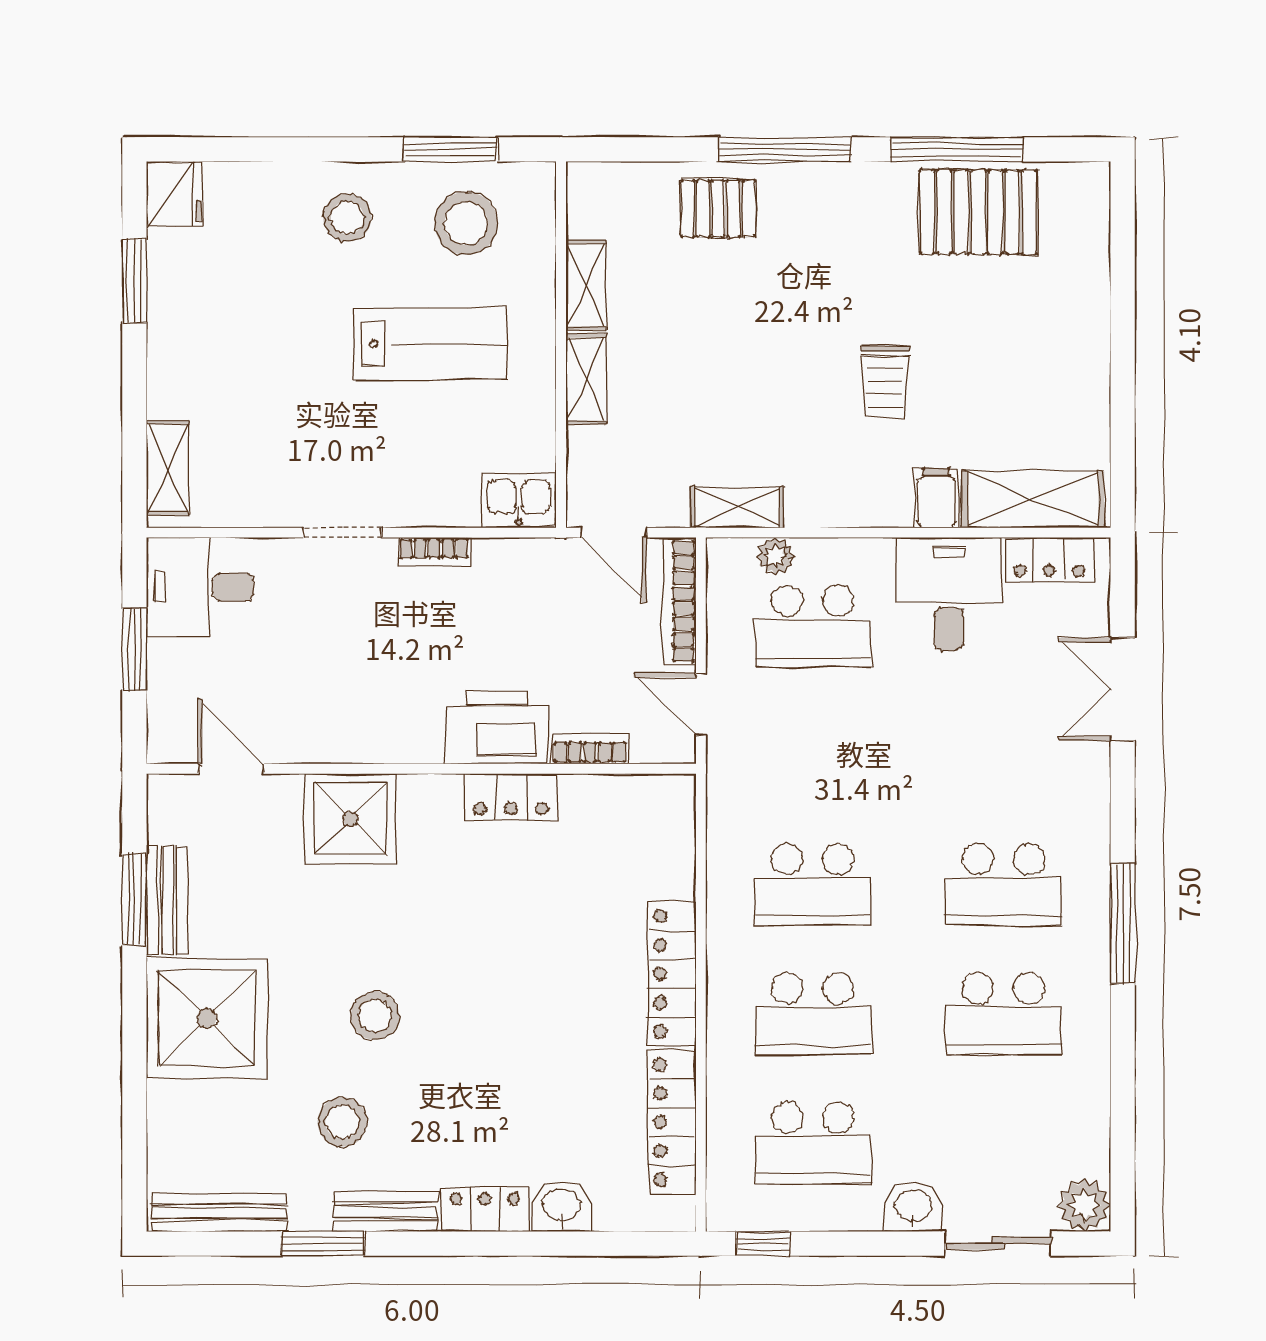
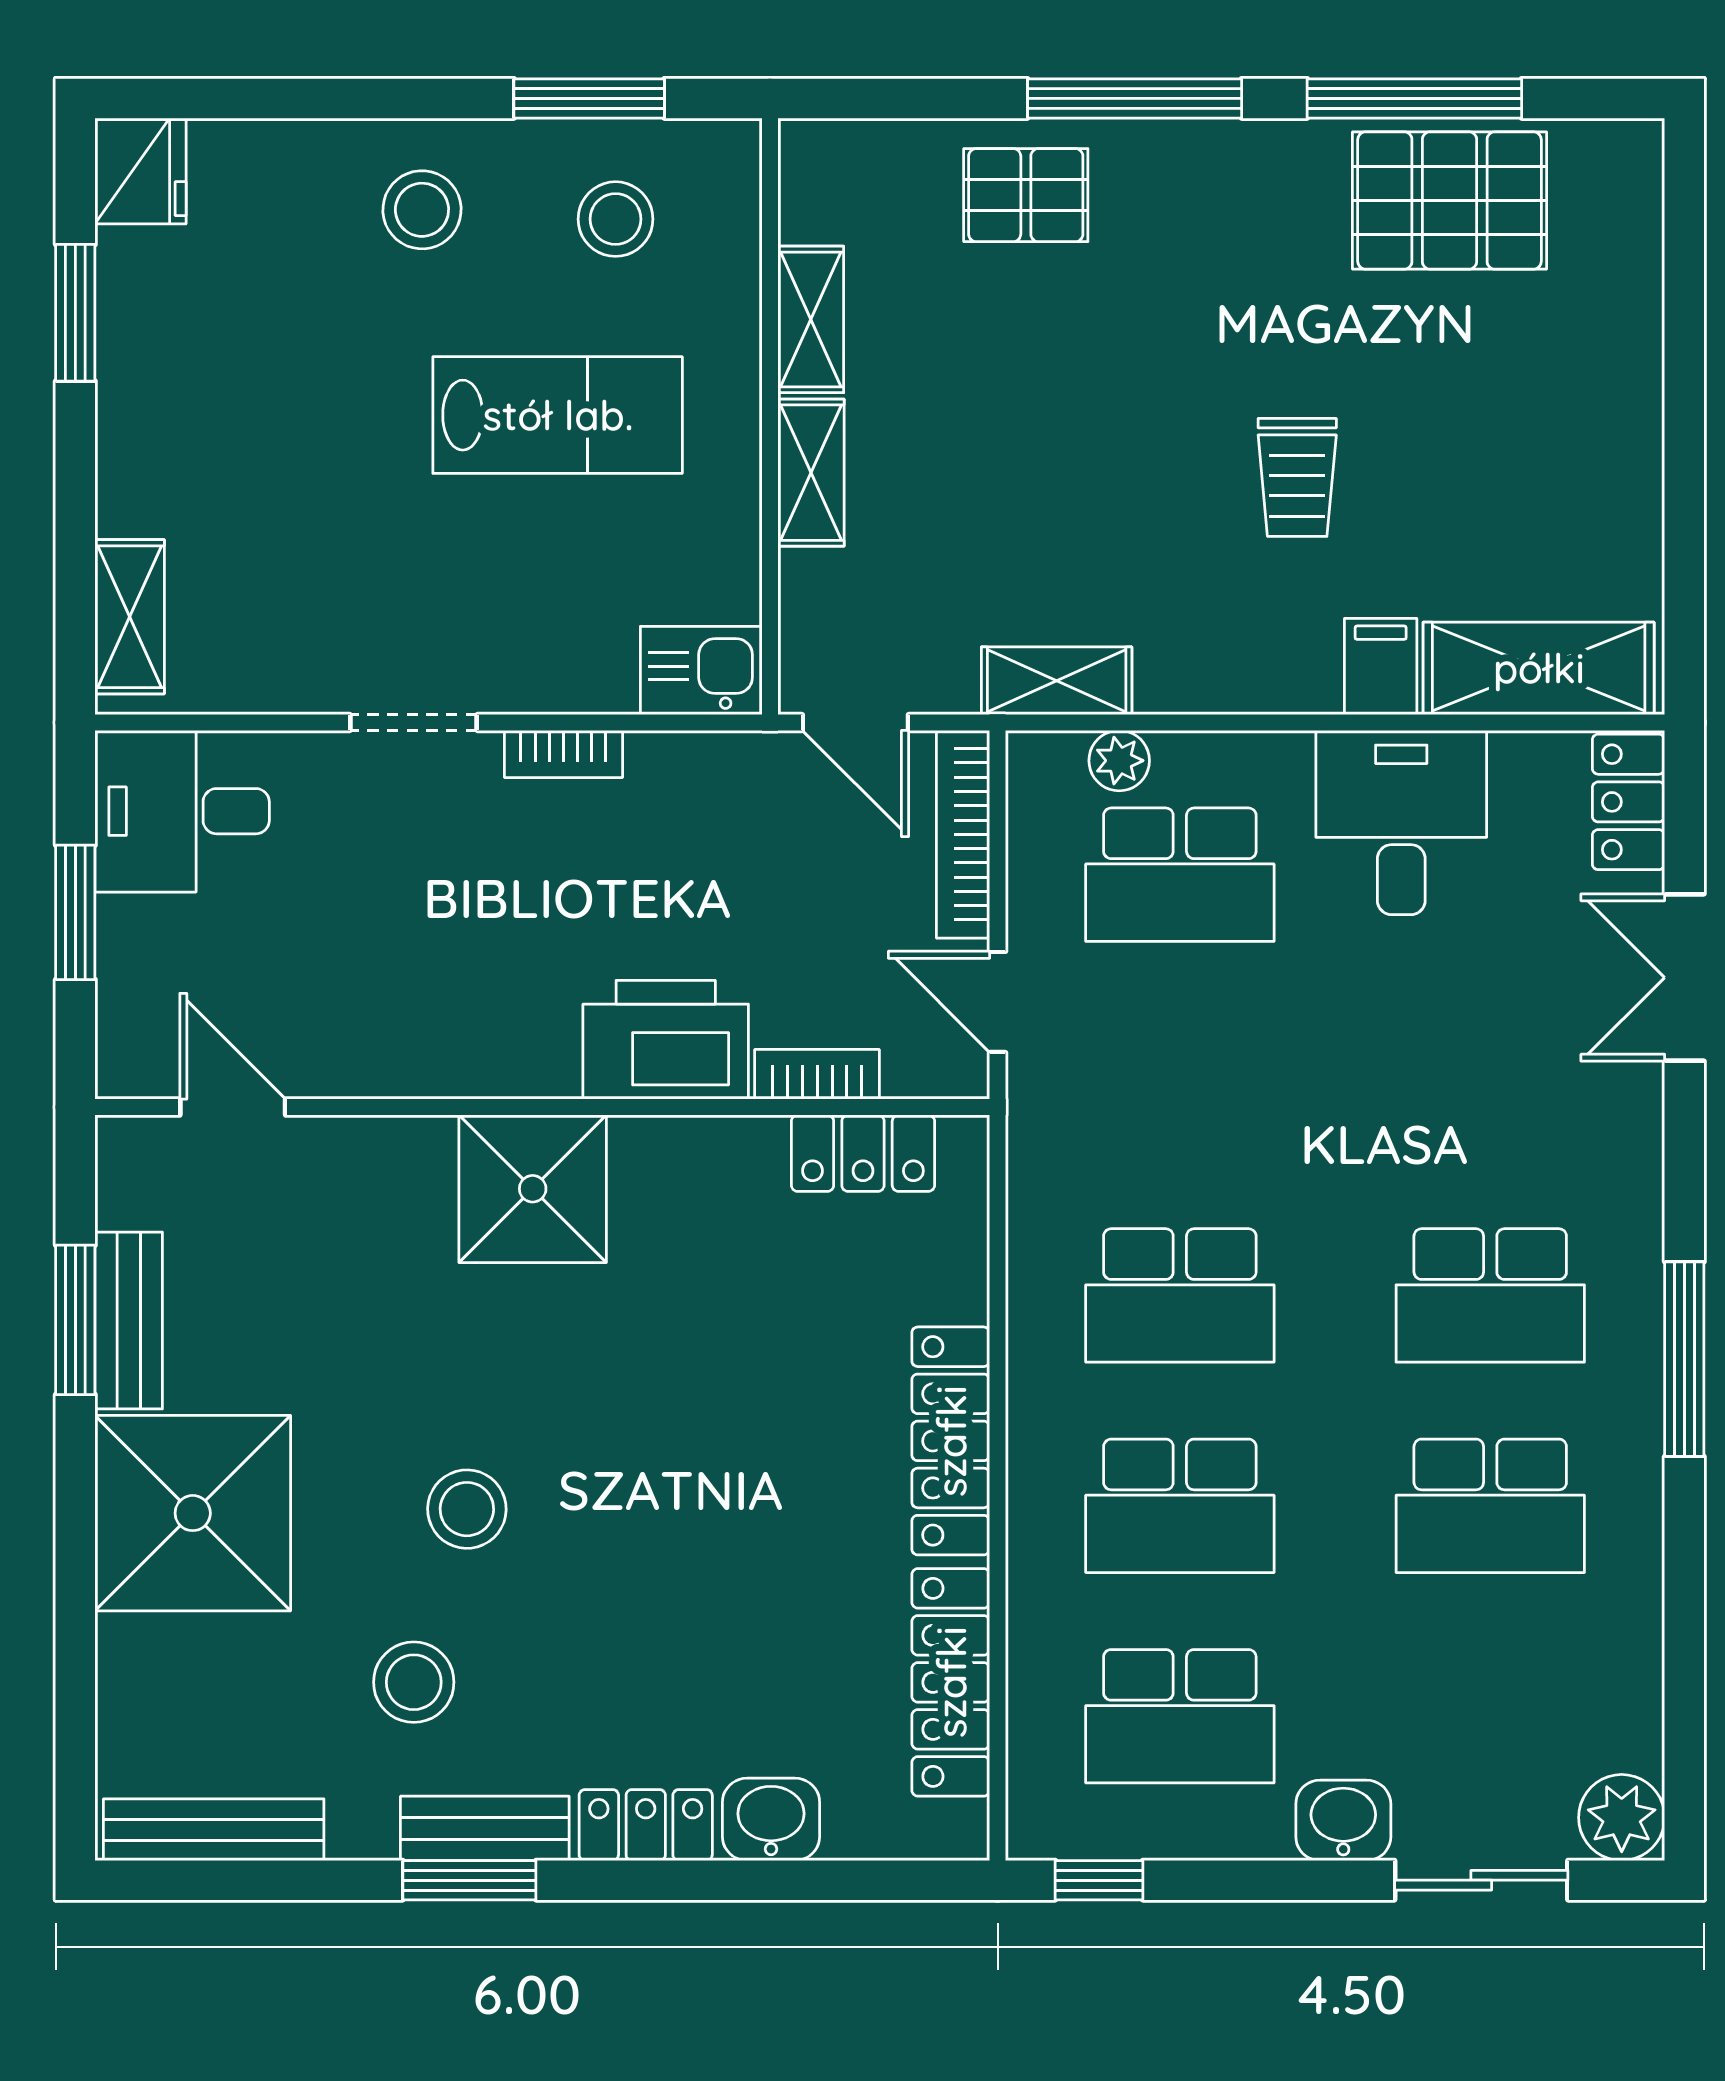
stool: (466, 223) -> (616, 219), width x0.73, depth x0.73
locker: (1049, 560) -> (1629, 802), moved, turned 90
locker: (511, 797) -> (863, 1153), moved
shower: (350, 819) -> (533, 1189), moved
window: (322, 1244) -> (469, 1880), moved

